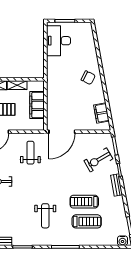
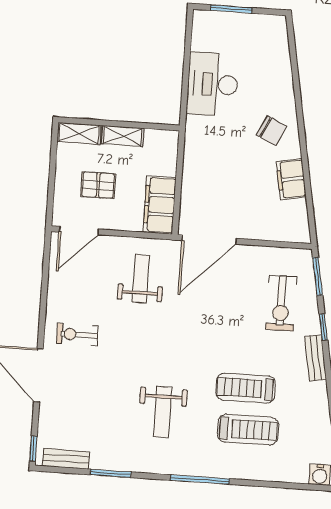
desk: (58, 41) -> (213, 84), moved
filing cabinet: (37, 105) -> (160, 205), moved
filing cabinet: (101, 113) -> (291, 179), moved
exercise bike: (98, 160) -> (281, 303), turned -60

